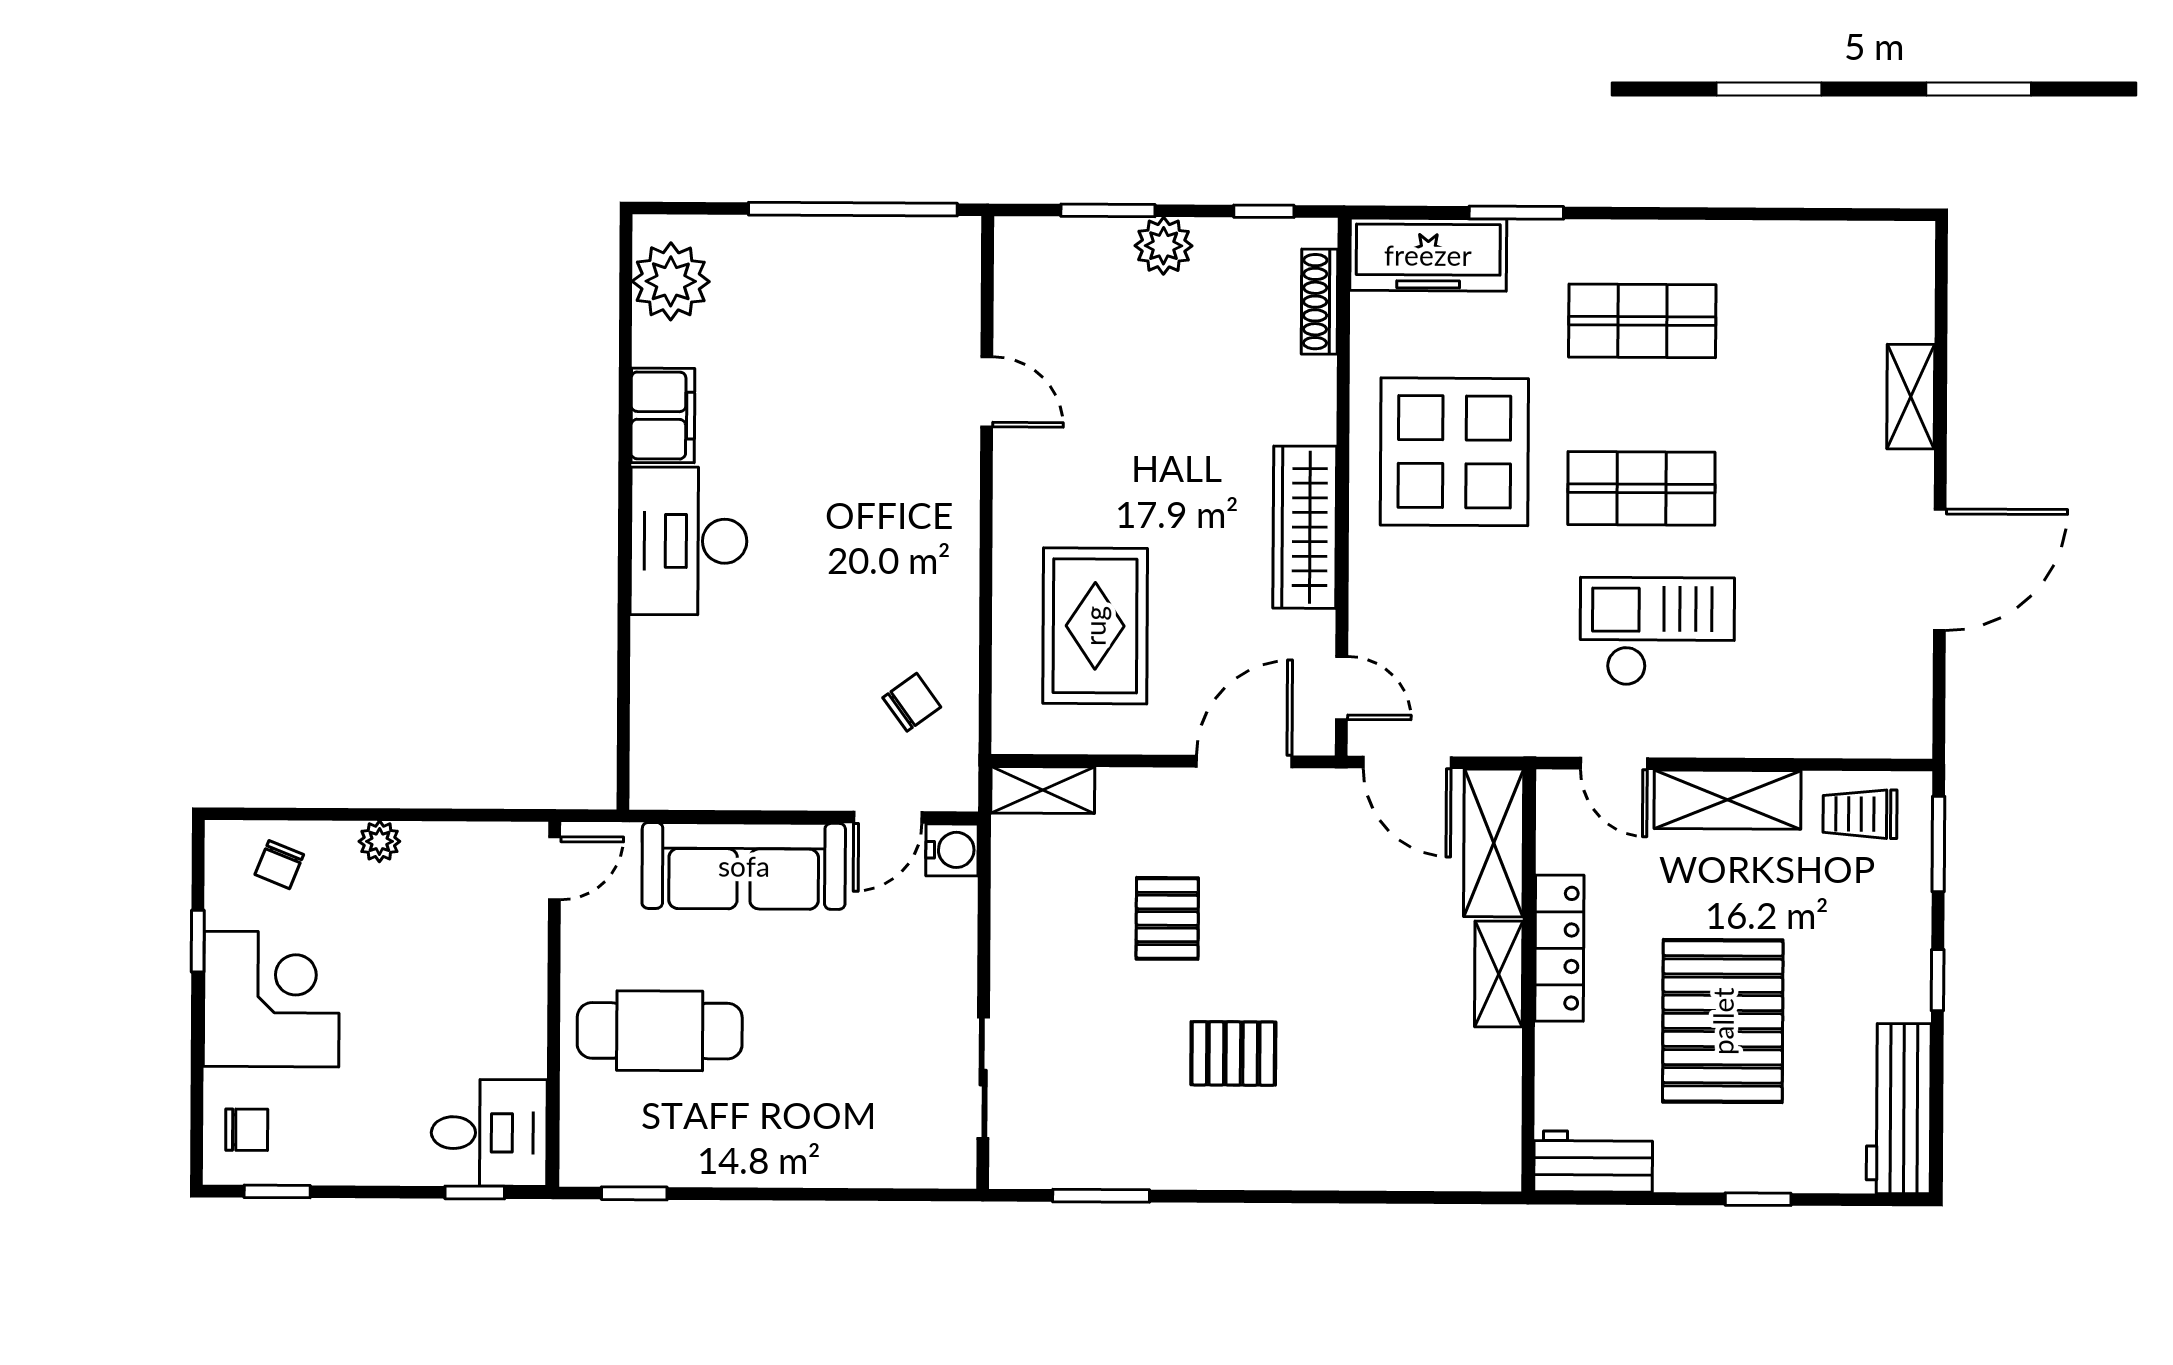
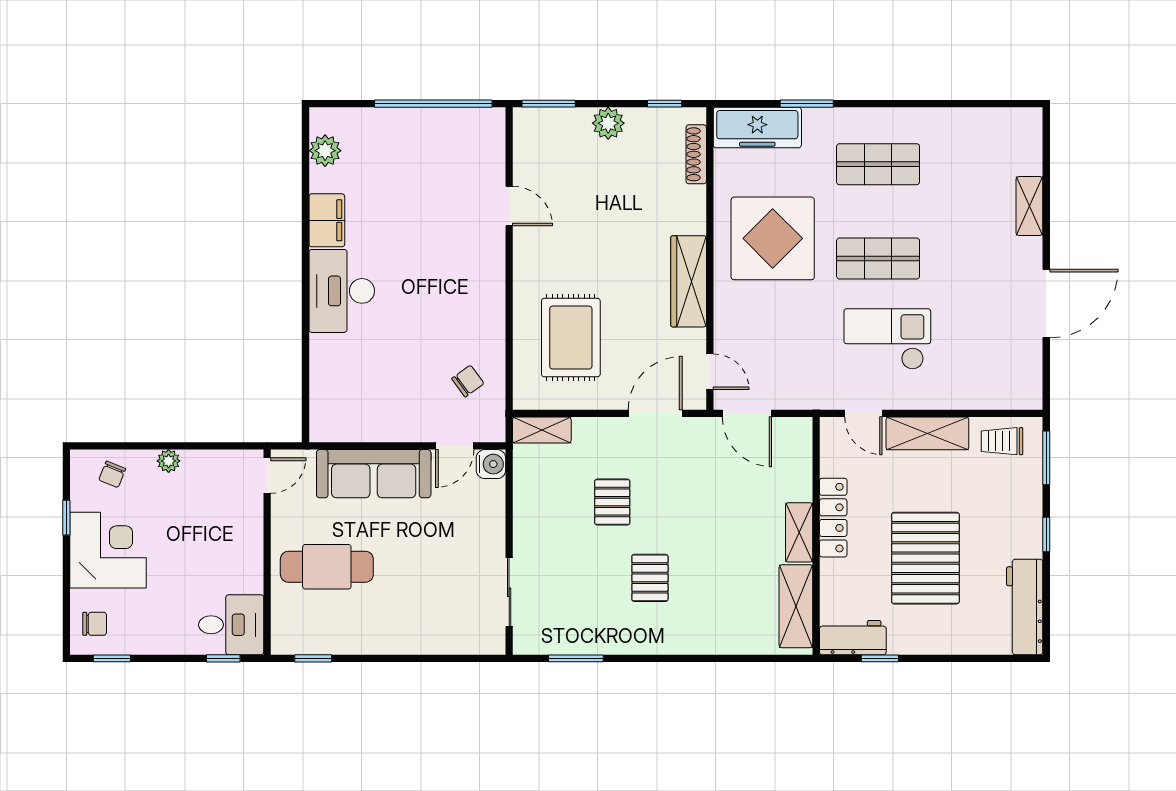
window: (1108, 210) -> (549, 104), moved
plant: (671, 281) -> (325, 151), width x0.73, depth x0.73
shelving: (1494, 843) -> (796, 606), moved
pallet: (1233, 1053) -> (650, 578), turned 90
window: (1758, 1199) -> (880, 658), moved

